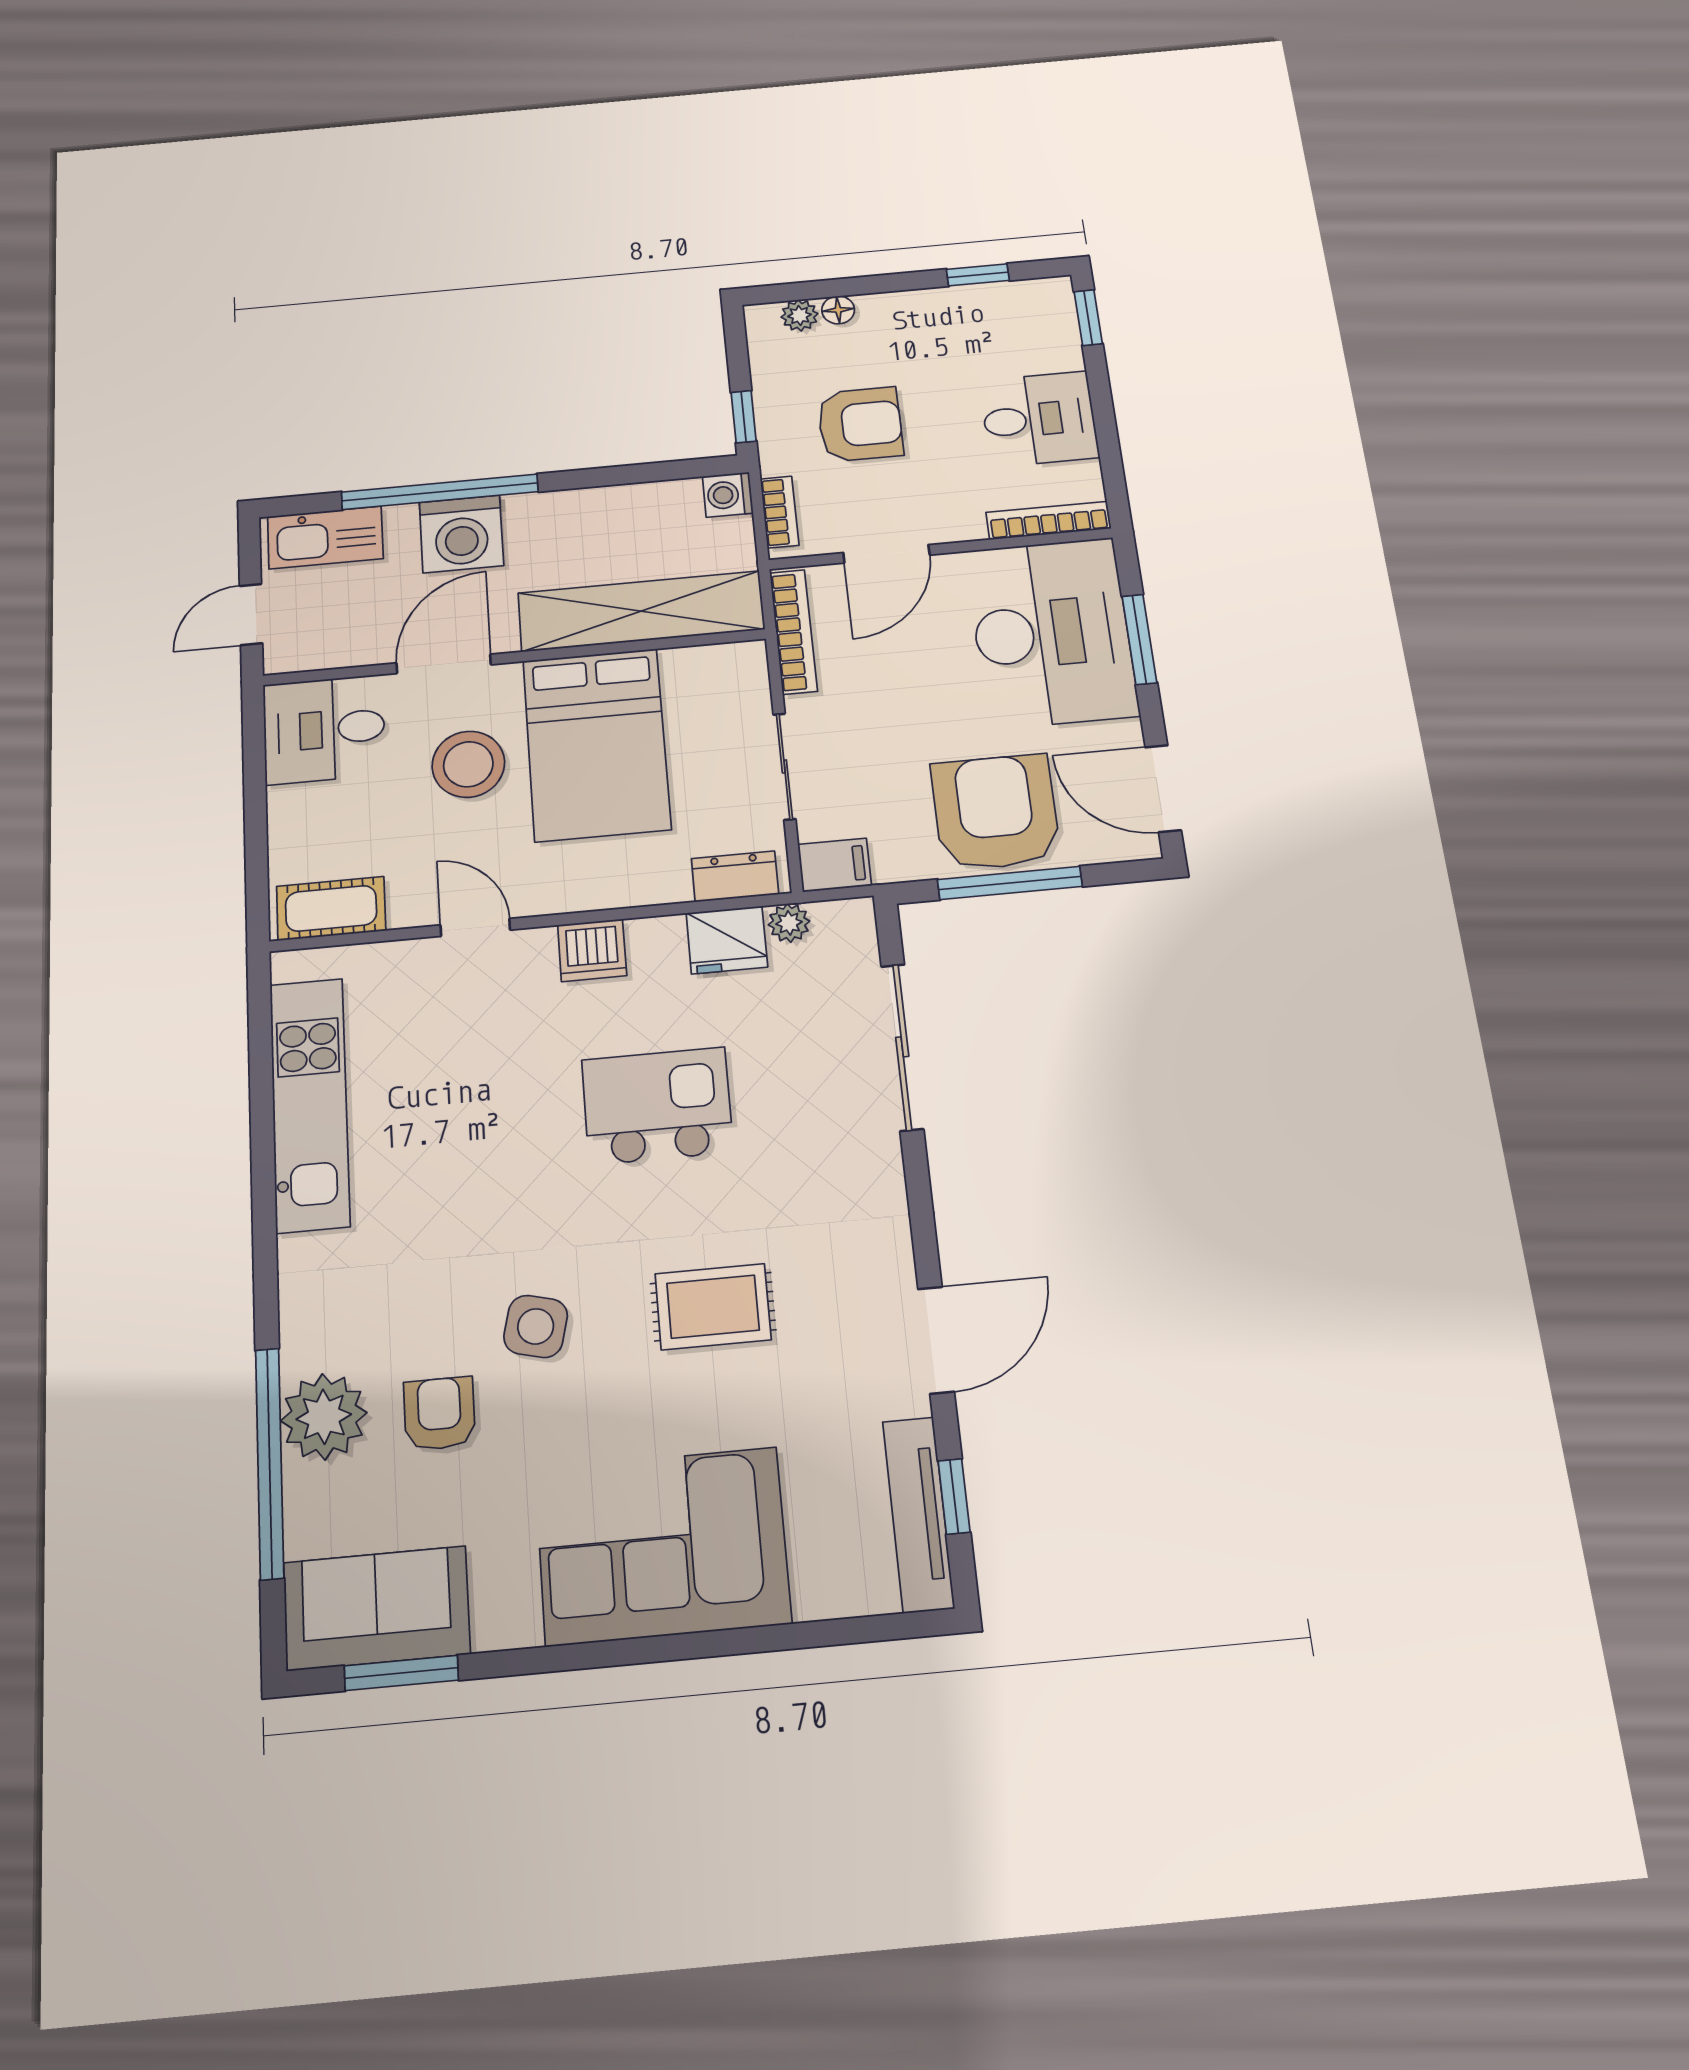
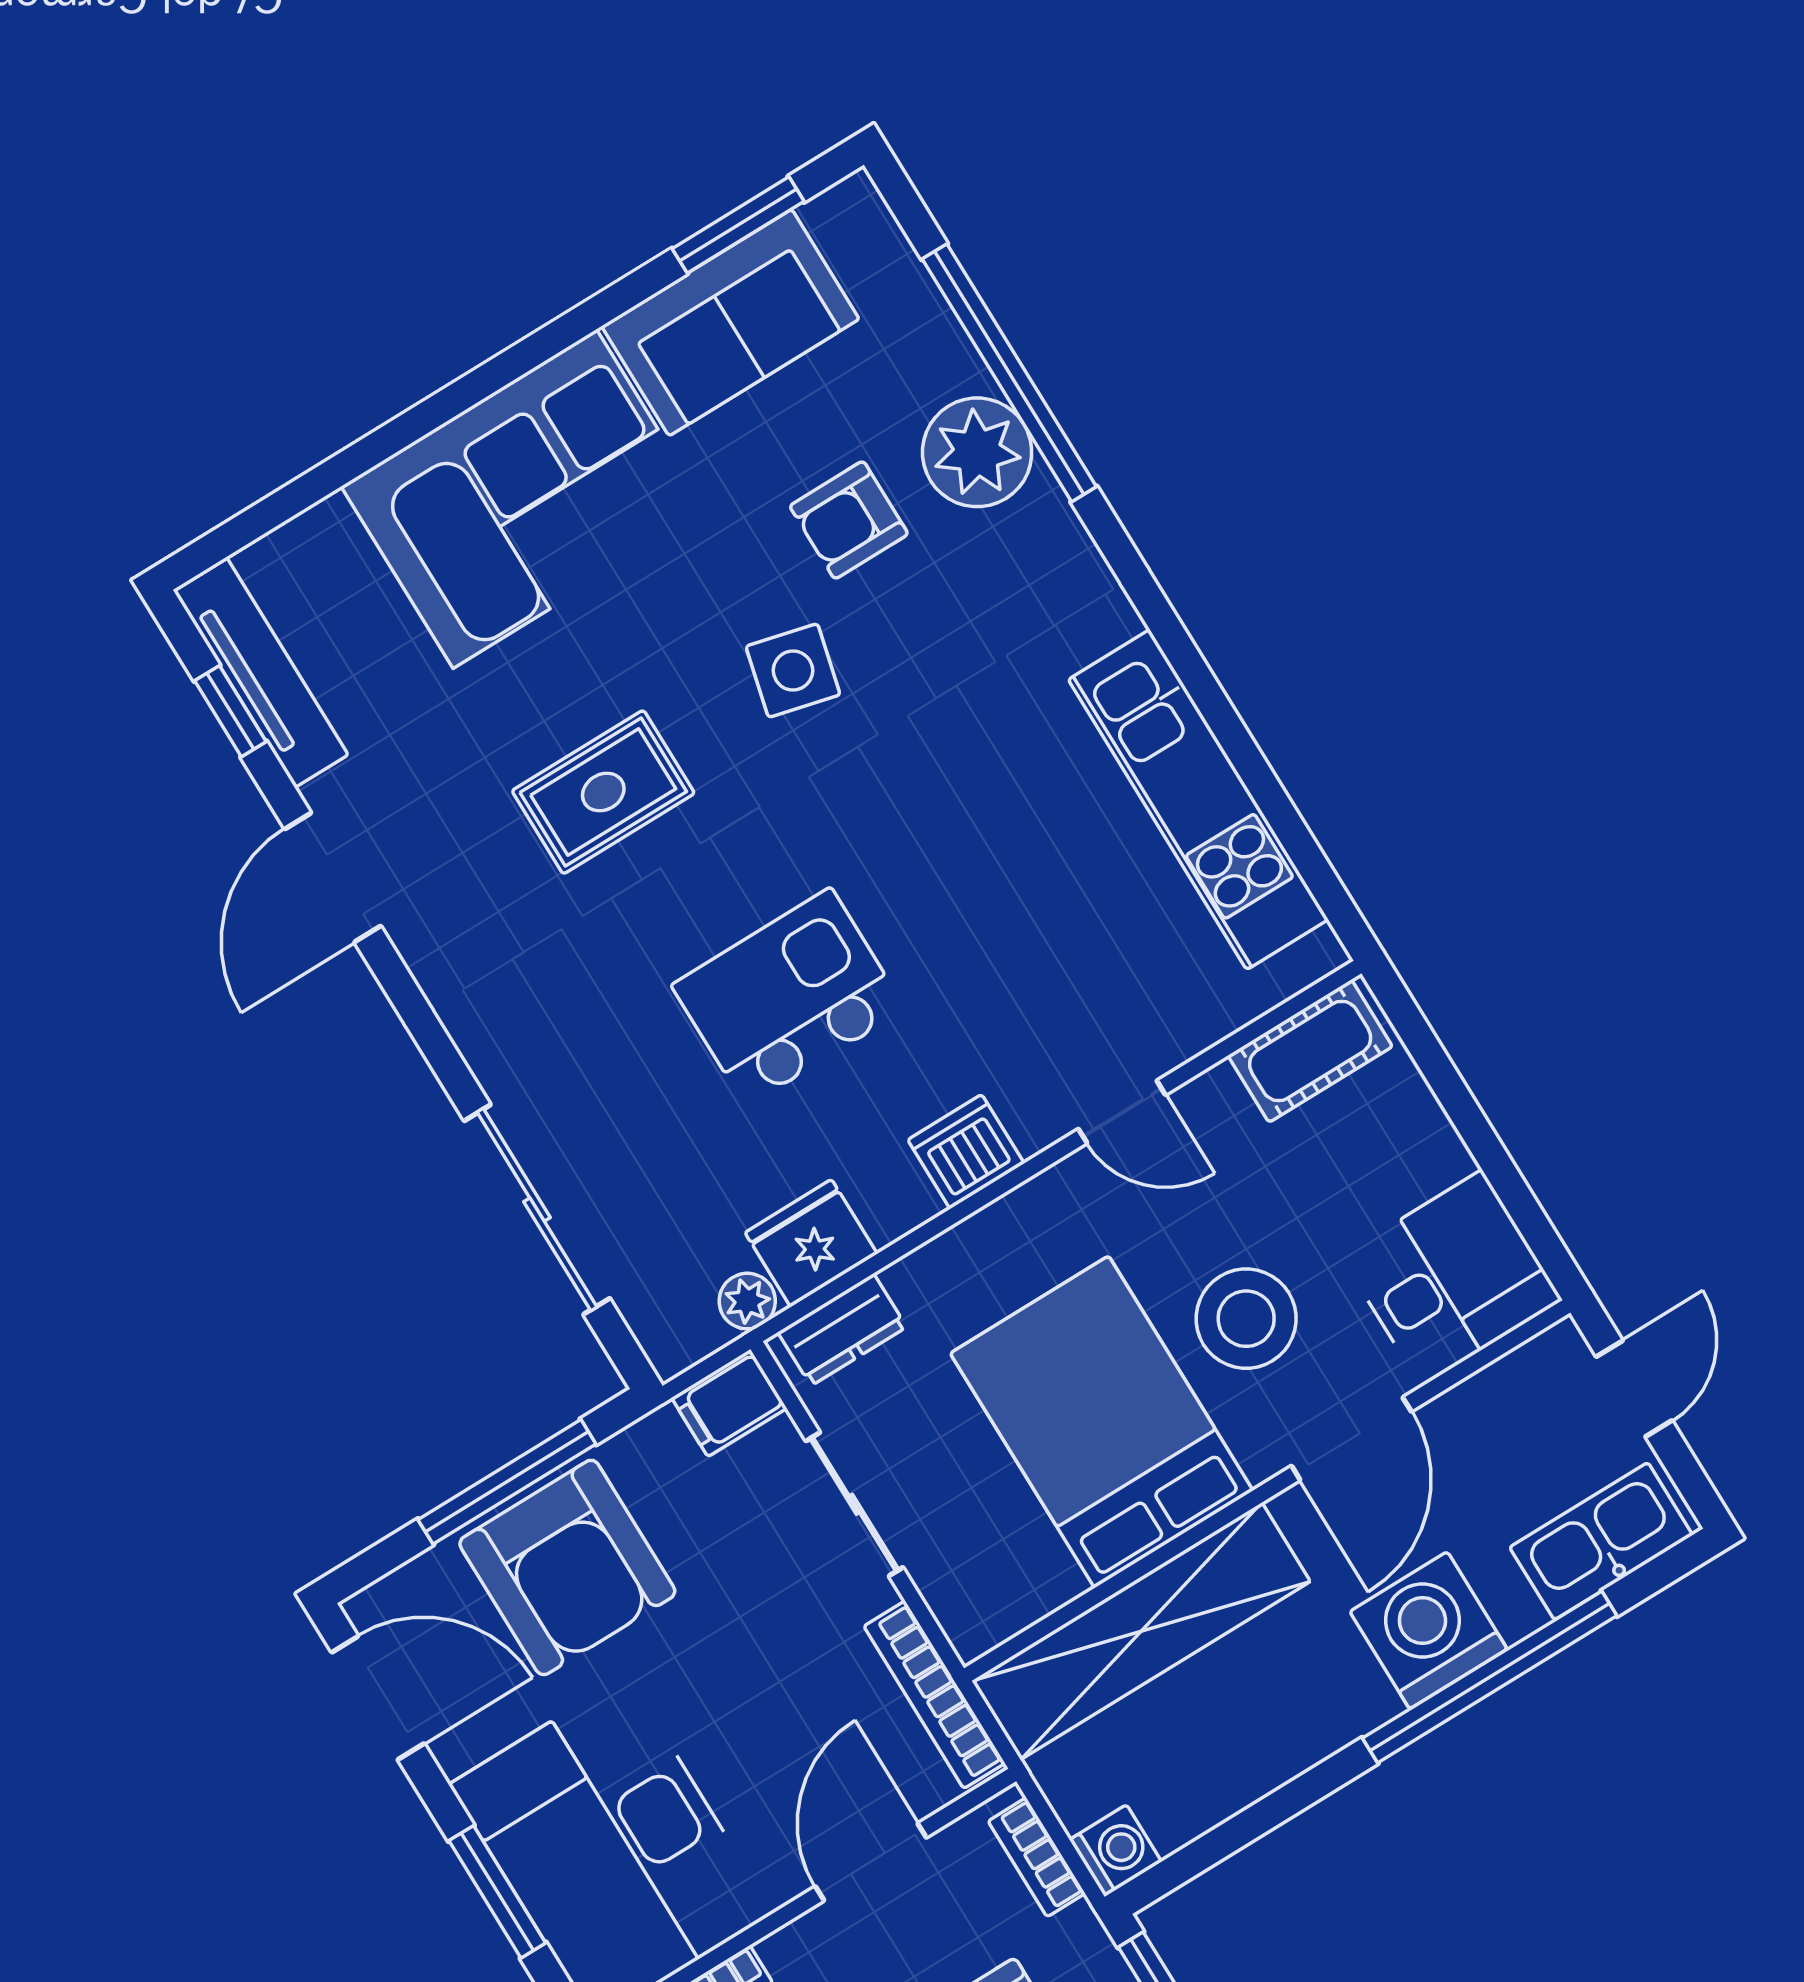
kitchen island: (657, 1106) -> (788, 997), turned 180
armchair: (439, 1414) -> (849, 520), turned 90
sofa: (376, 1608) -> (730, 323), moved

